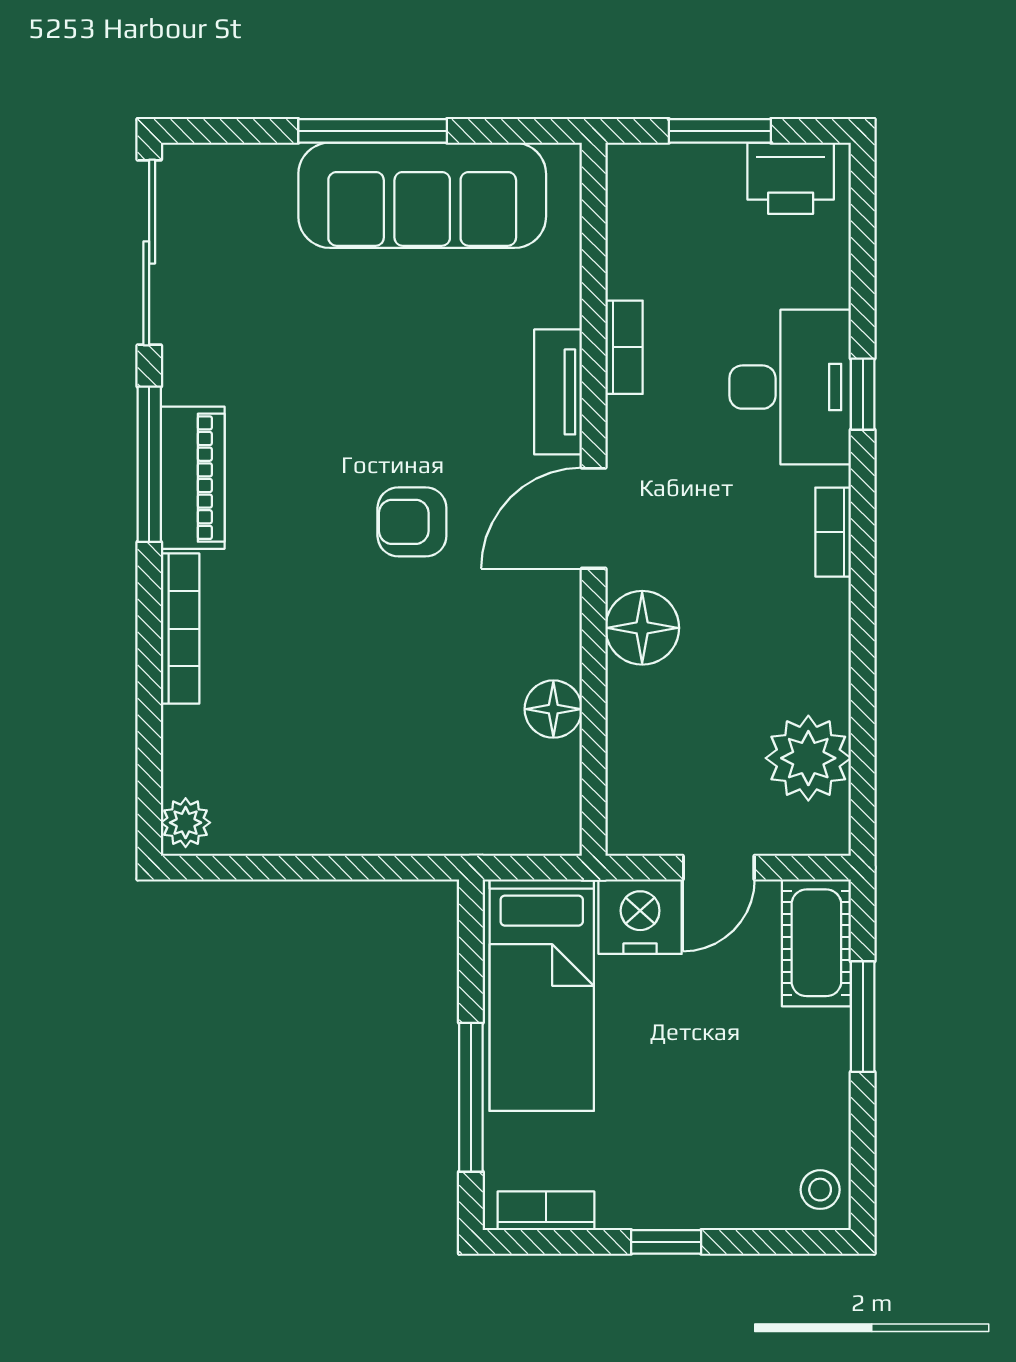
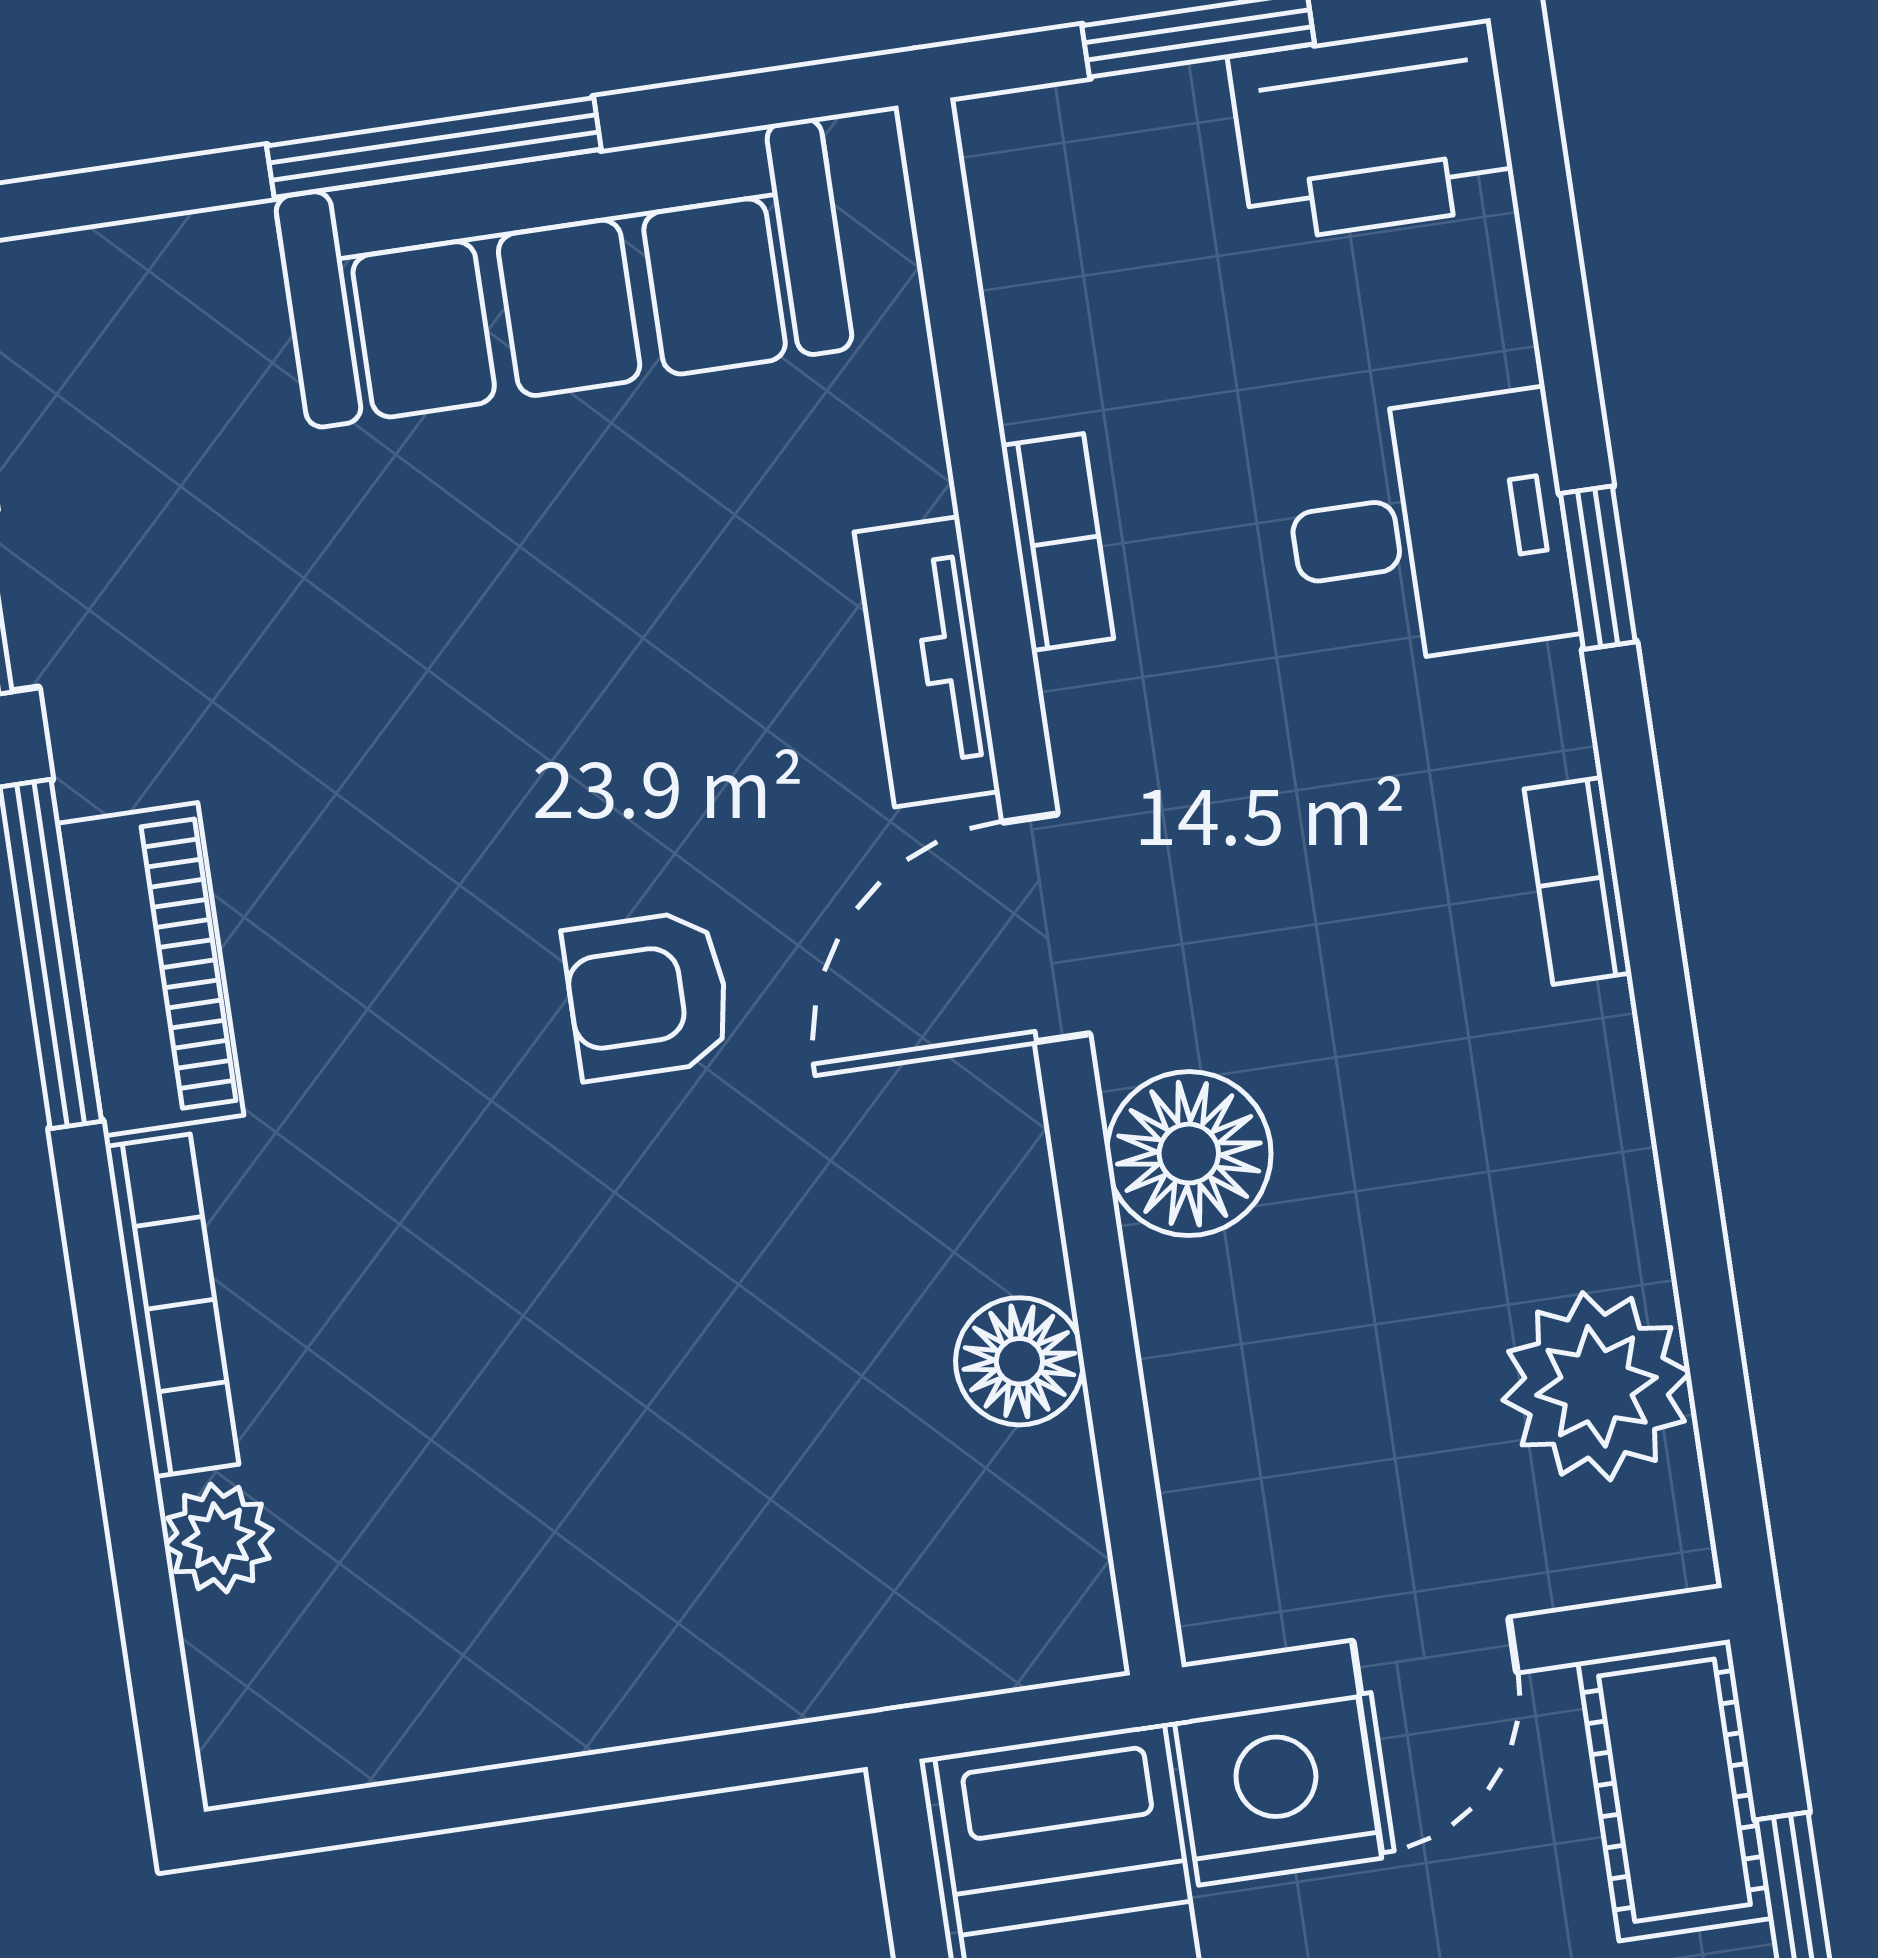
printer: (791, 178) -> (1371, 131), width x1.37, depth x1.19
desk: (790, 387) -> (1429, 529), width x0.73
plant: (186, 823) -> (219, 1538), moved

